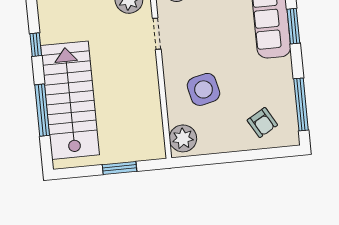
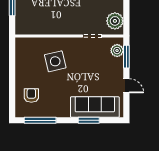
armchair: (262, 123) -> (31, 95), turned 120
plant: (183, 138) -> (26, 46), removed

